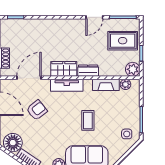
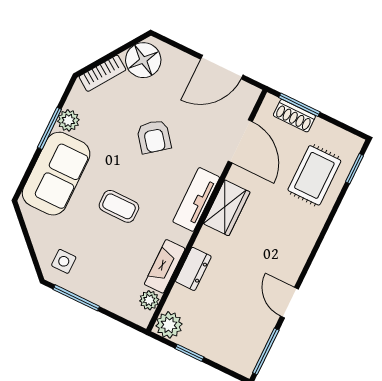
rug: (123, 41) -> (314, 175), moved
dresser: (88, 71) -> (193, 269), moved
armchair: (37, 110) -> (154, 137), moved

